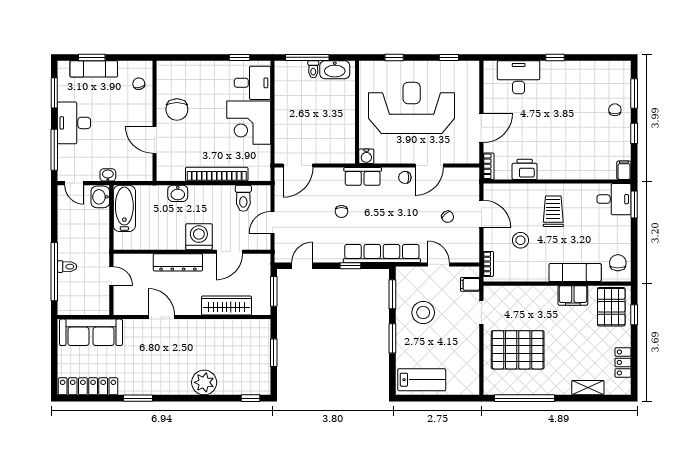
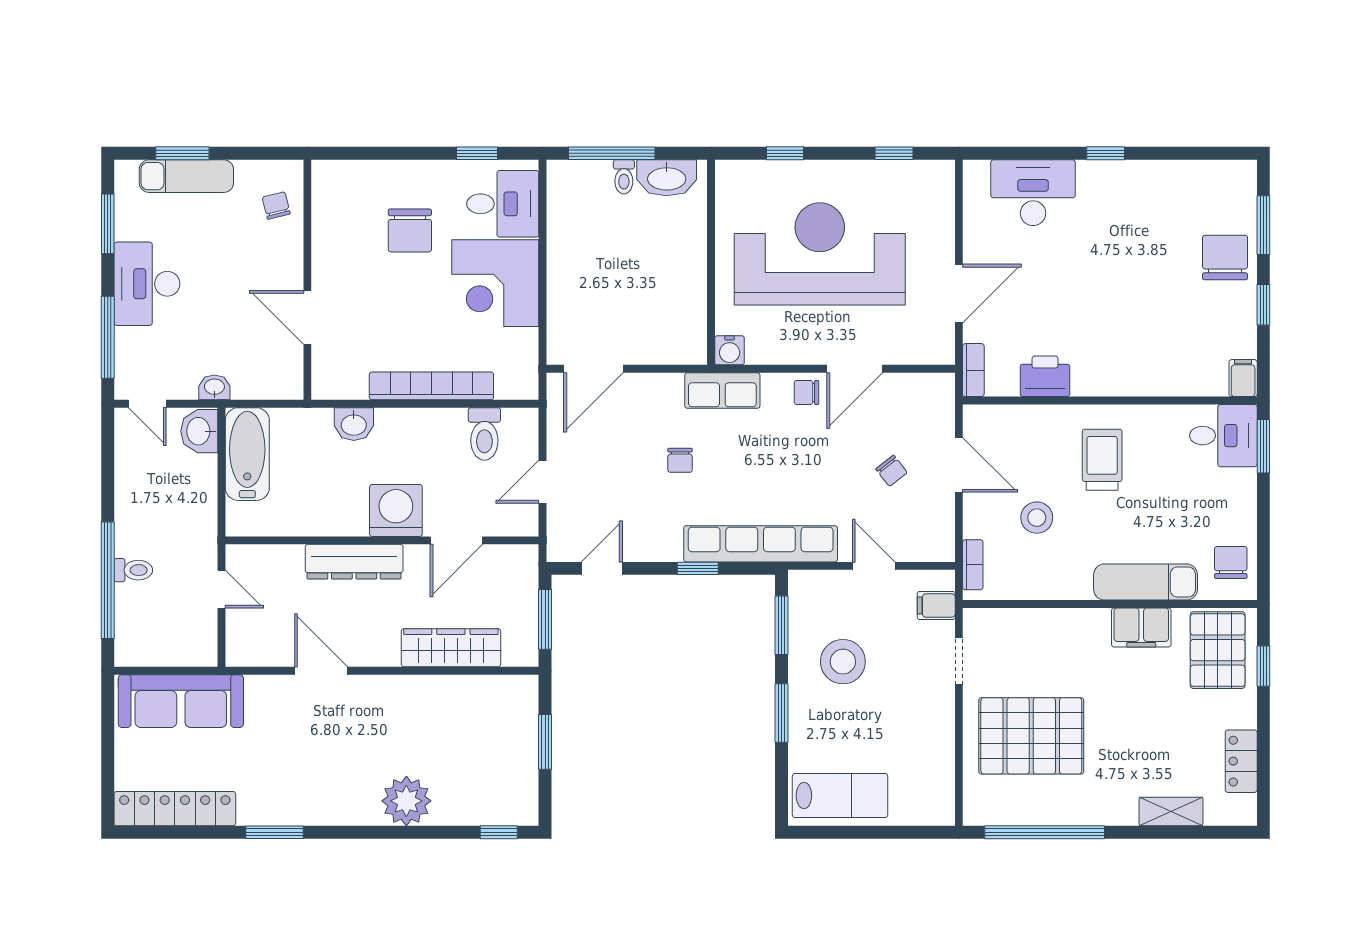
chair: (177, 110) -> (410, 230), moved
chair: (615, 110) -> (1225, 257), width x1.87, depth x1.87

